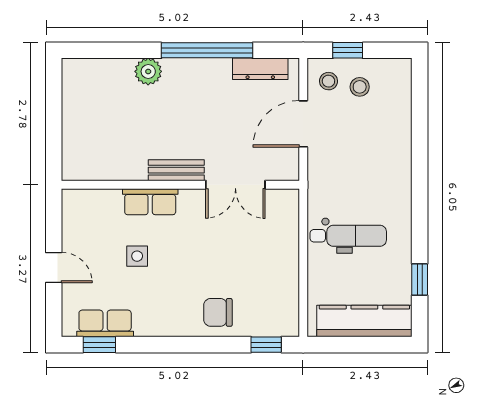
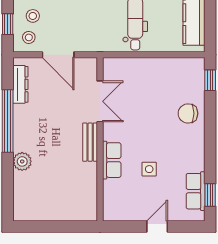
chair: (218, 312) -> (188, 113), turned 90

